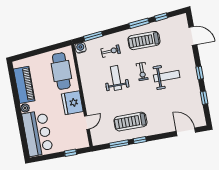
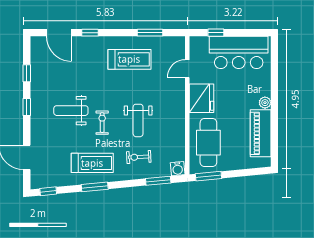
window: (161, 17) -> (48, 191), moved
window: (57, 46) -> (208, 176), added
bar counter: (38, 133) -> (239, 52), moved, turned -90
window: (140, 140) -> (90, 33), moved

